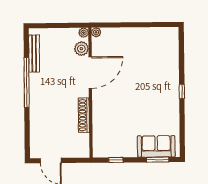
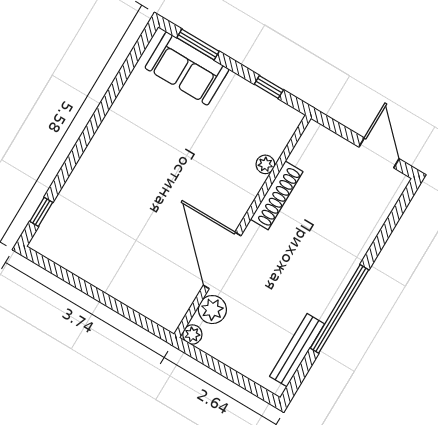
plant: (96, 32) -> (265, 164), moved
door: (90, 73) -> (222, 260), hinge flipped
window: (182, 91) -> (41, 212), moved

